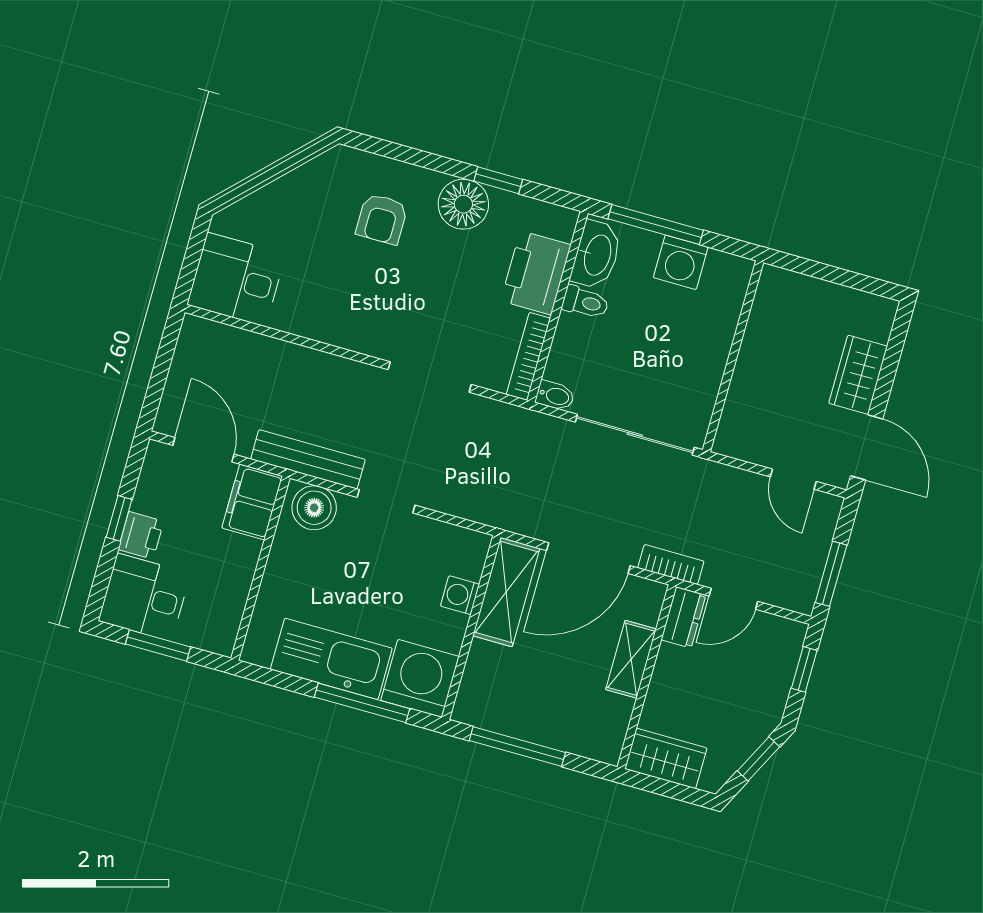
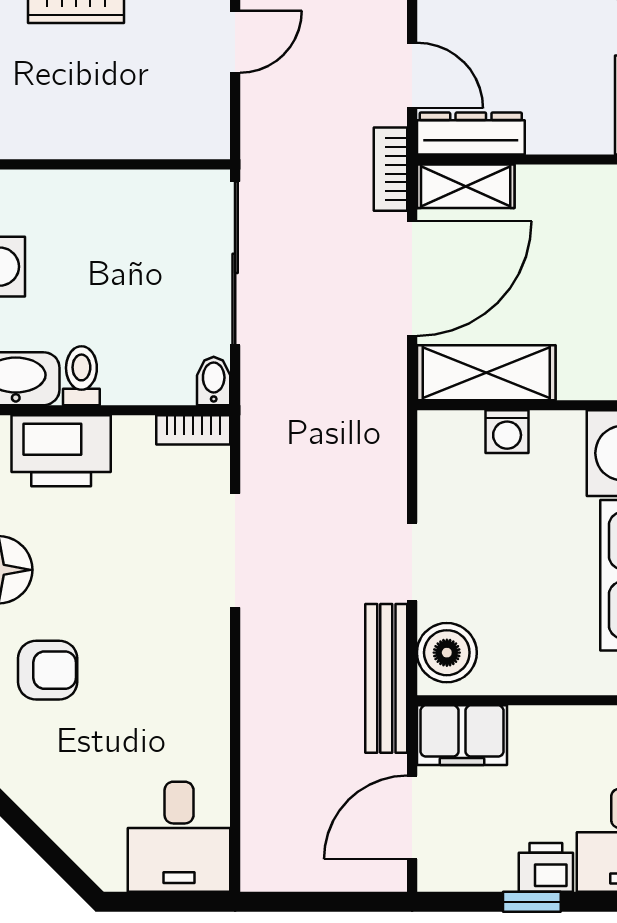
bookcase: (528, 356) -> (193, 430), width x0.64
door: (588, 558) -> (412, 279), hinge flipped
dresser: (683, 617) -> (471, 134), width x1.44
shelving: (631, 659) -> (466, 186), moved

